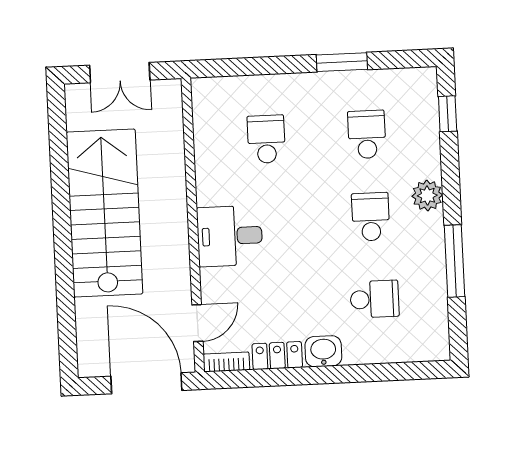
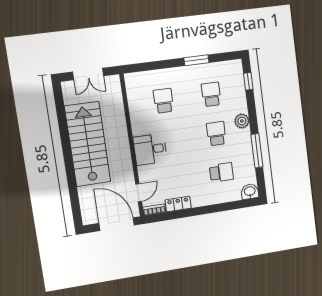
washbasin: (323, 351) -> (250, 192), moved

